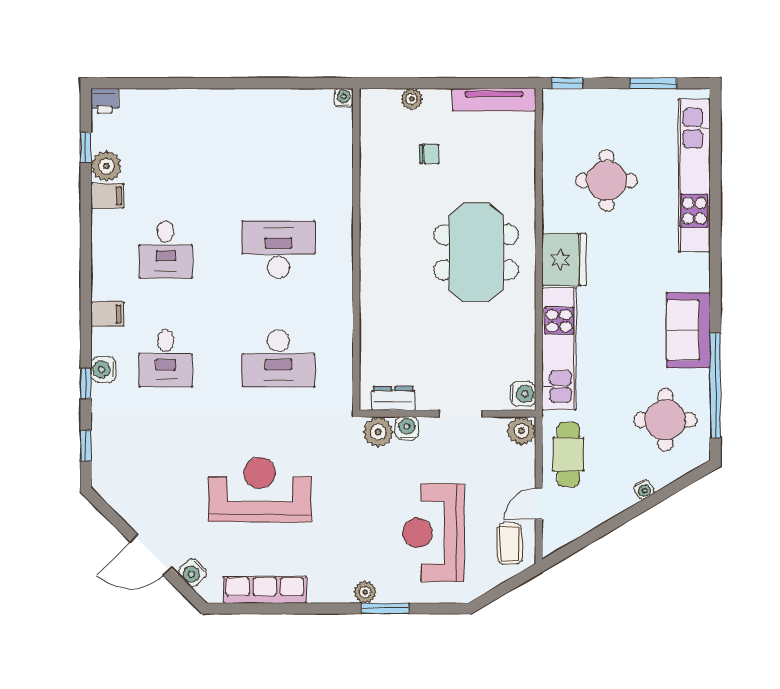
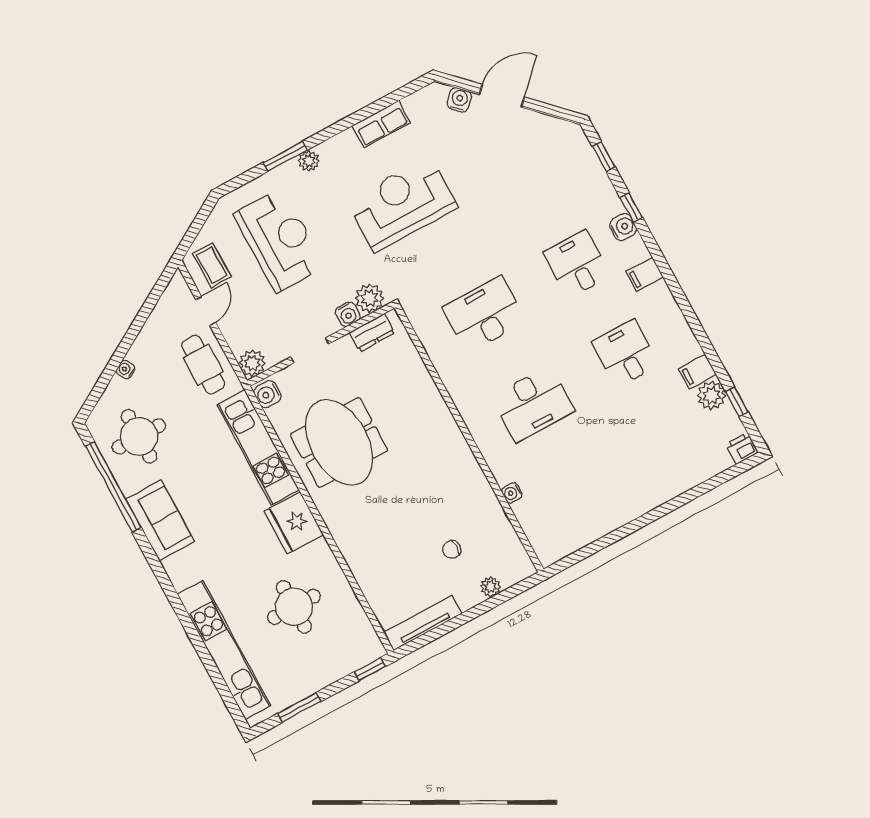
water cooler: (344, 98) -> (512, 493), moved, turned 90
meeting table: (476, 252) -> (339, 442), moved
reception desk: (260, 490) -> (402, 204), moved, turned 180
row of seats: (265, 590) -> (381, 124), width x0.68

